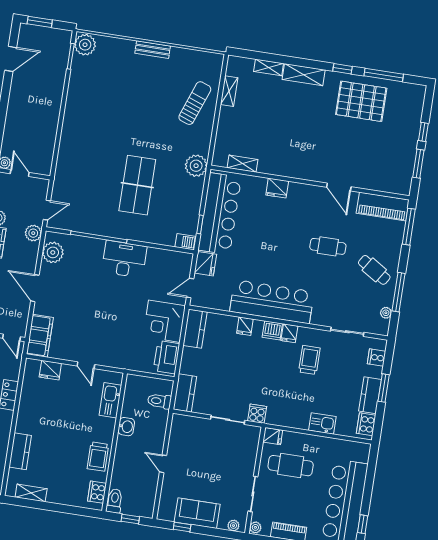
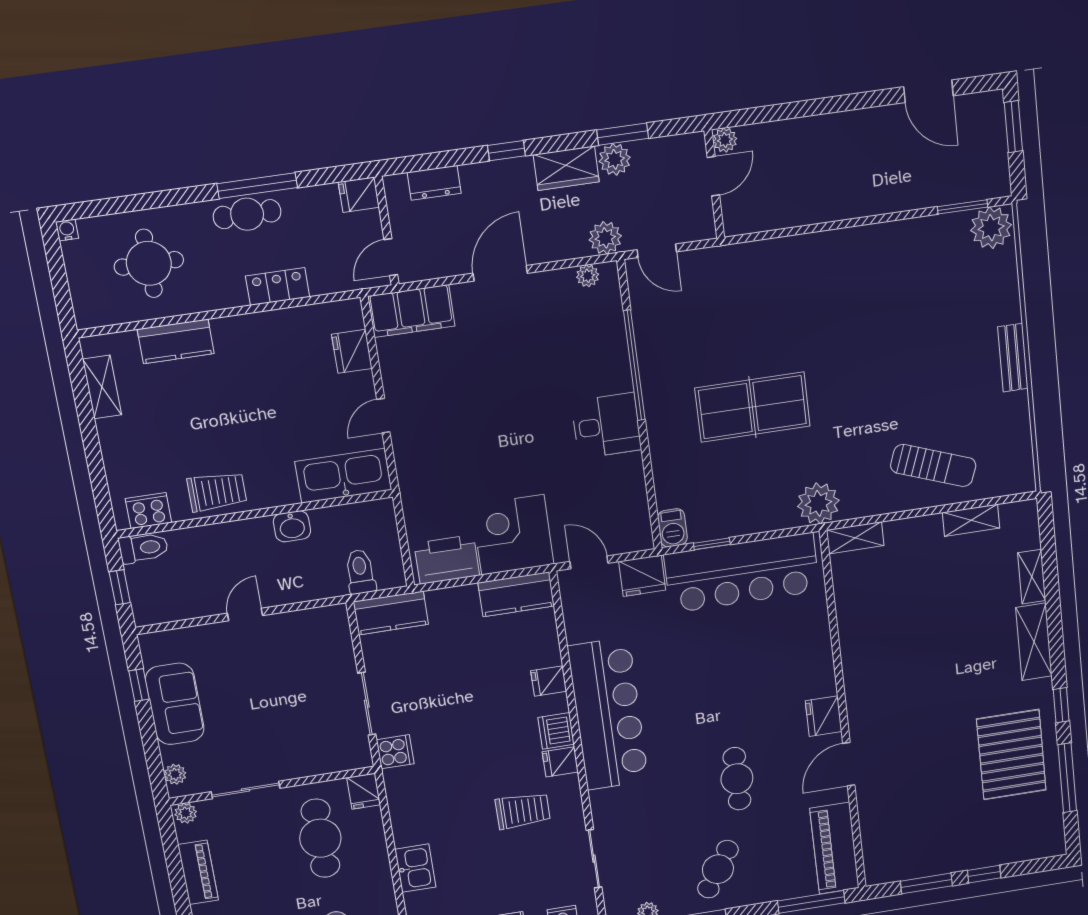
shelving: (242, 164) -> (855, 538), moved, turned 90
fridge: (277, 188) -> (824, 716), moved
plant: (53, 252) -> (588, 276), width x0.53, depth x0.53
desk: (124, 259) -> (606, 426), width x0.73
kitchen sink: (110, 400) -> (343, 476), width x1.36, depth x1.24
trolley: (98, 457) -> (217, 492), turned 180

